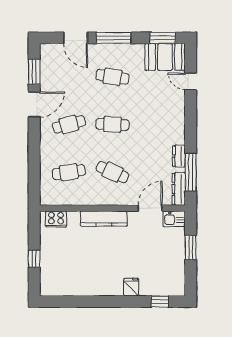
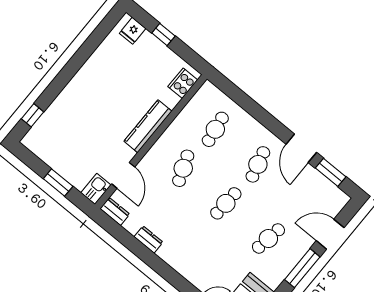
cafe table: (112, 172) -> (183, 168), turned -45
window: (191, 172) -> (125, 238), removed
dresser: (179, 189) -> (115, 211), width x0.70
fridge: (131, 287) -> (133, 31), moved, turned 90

